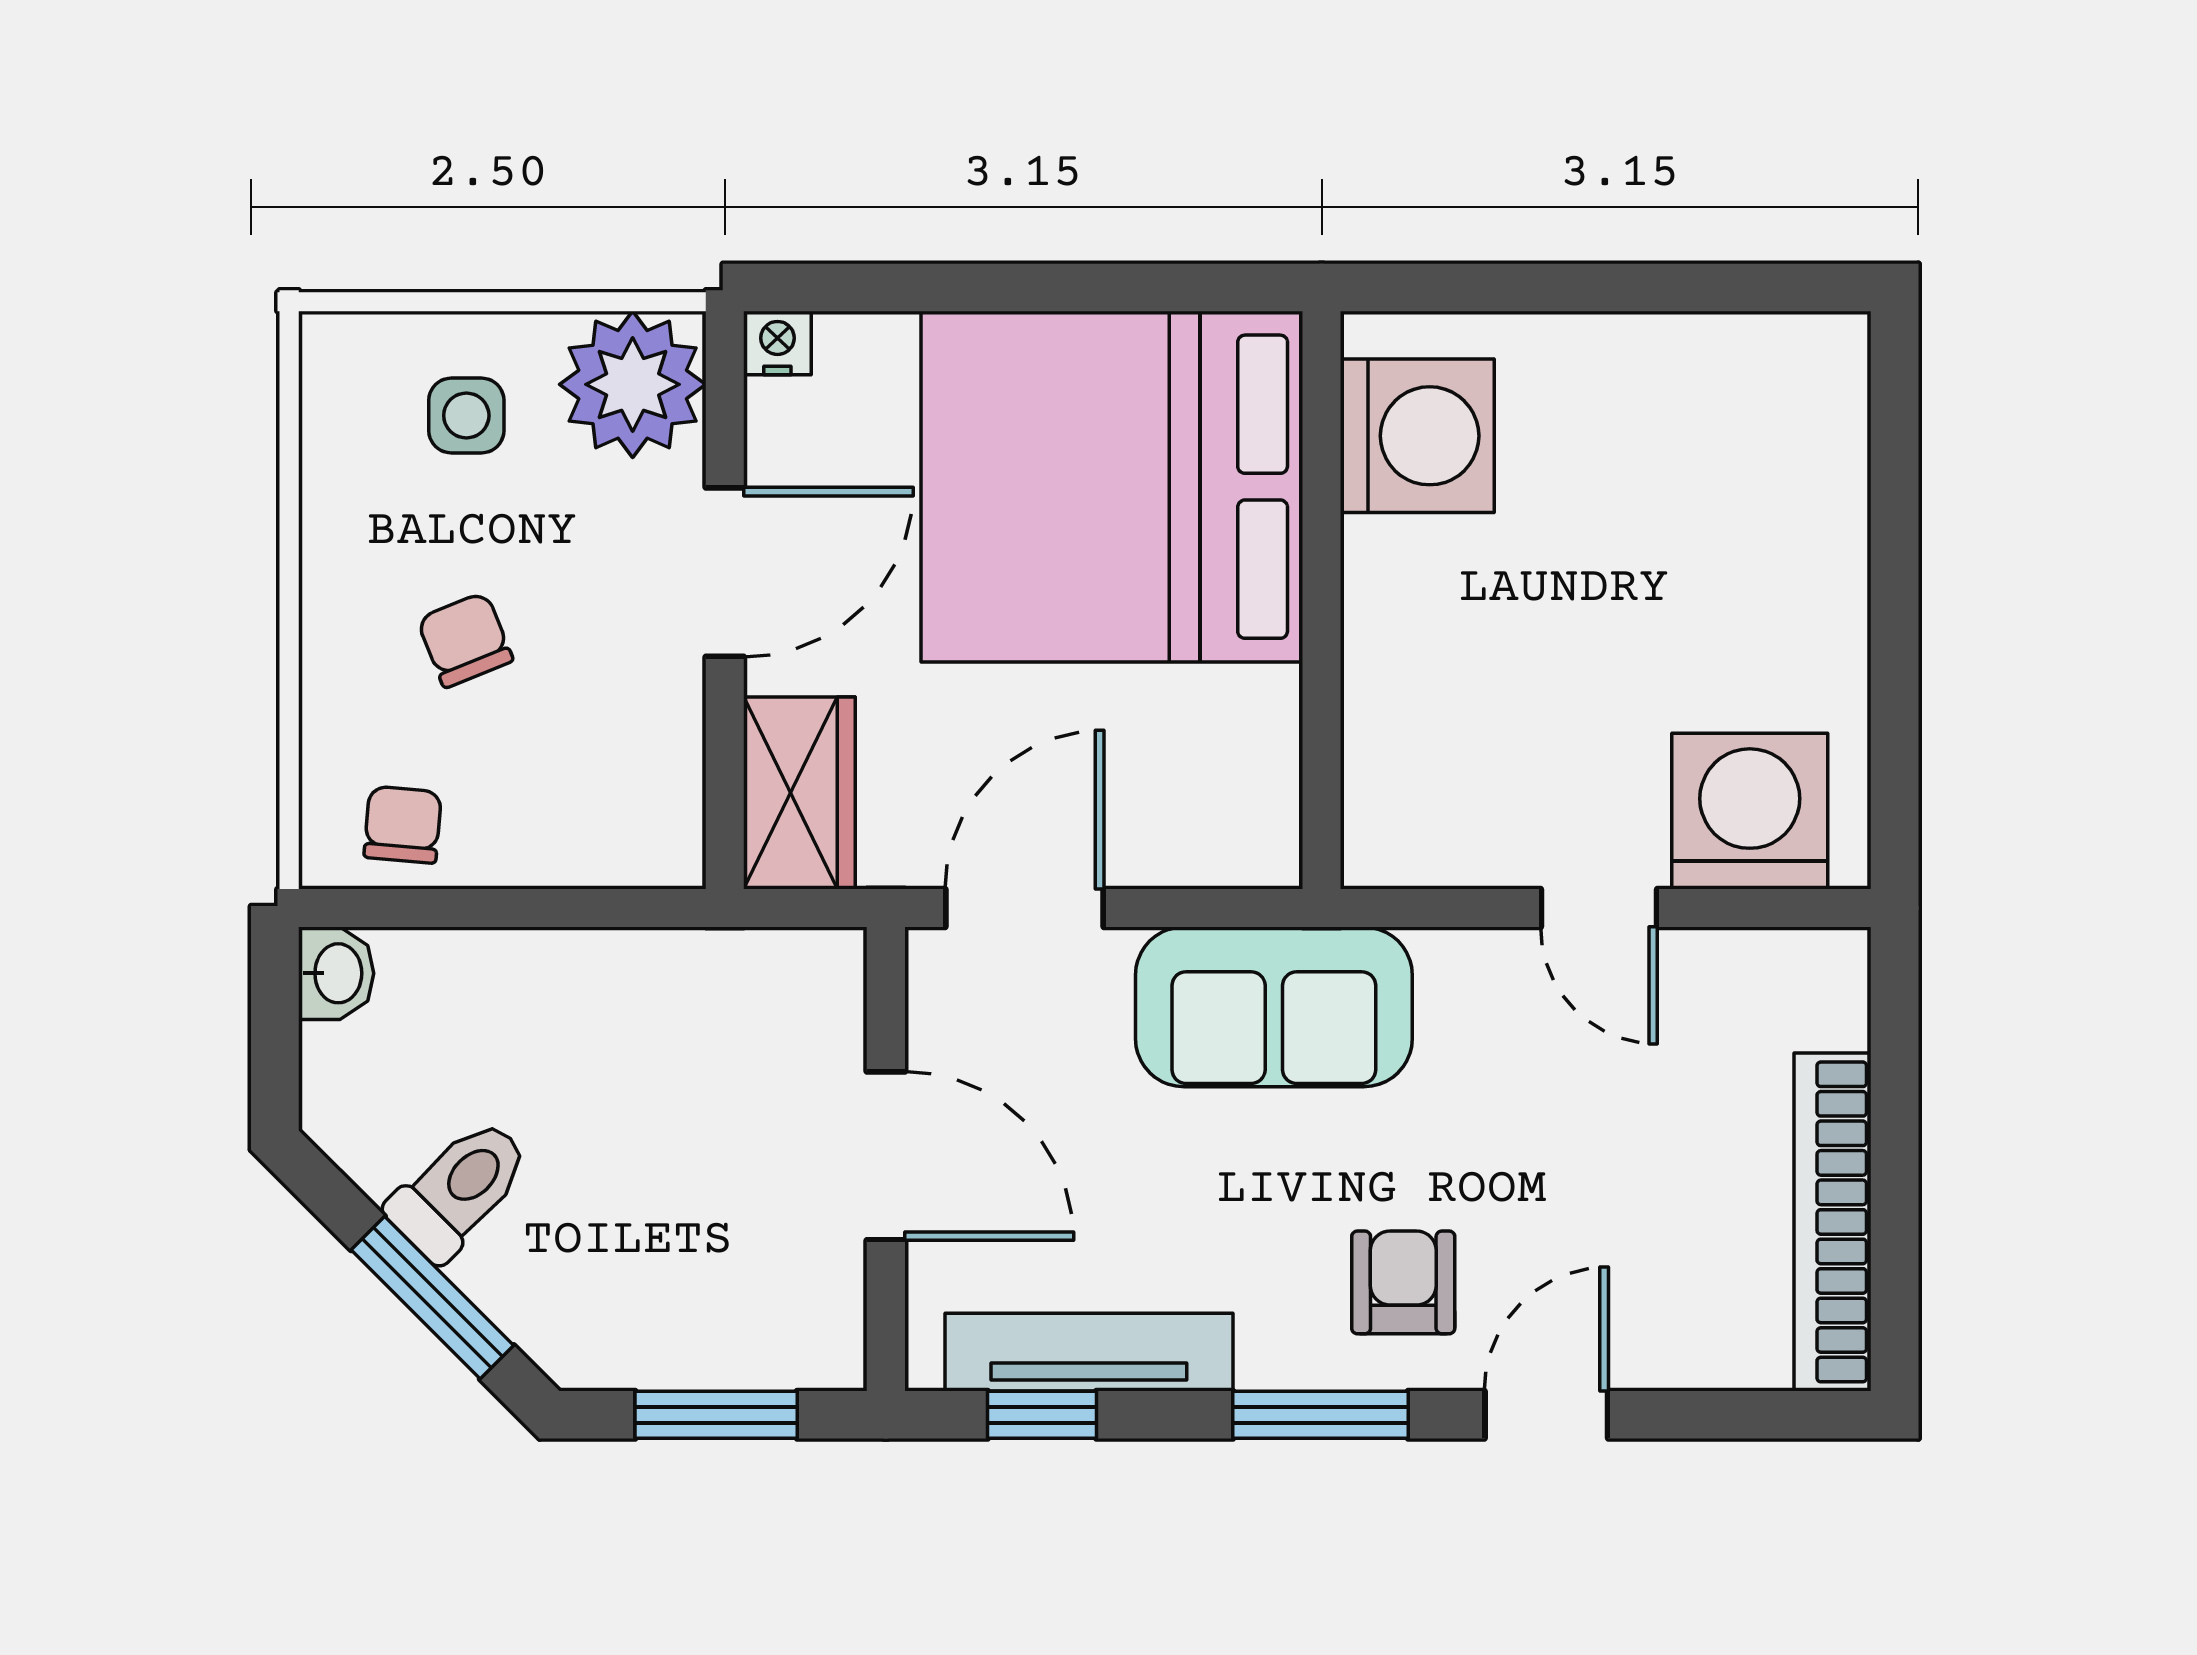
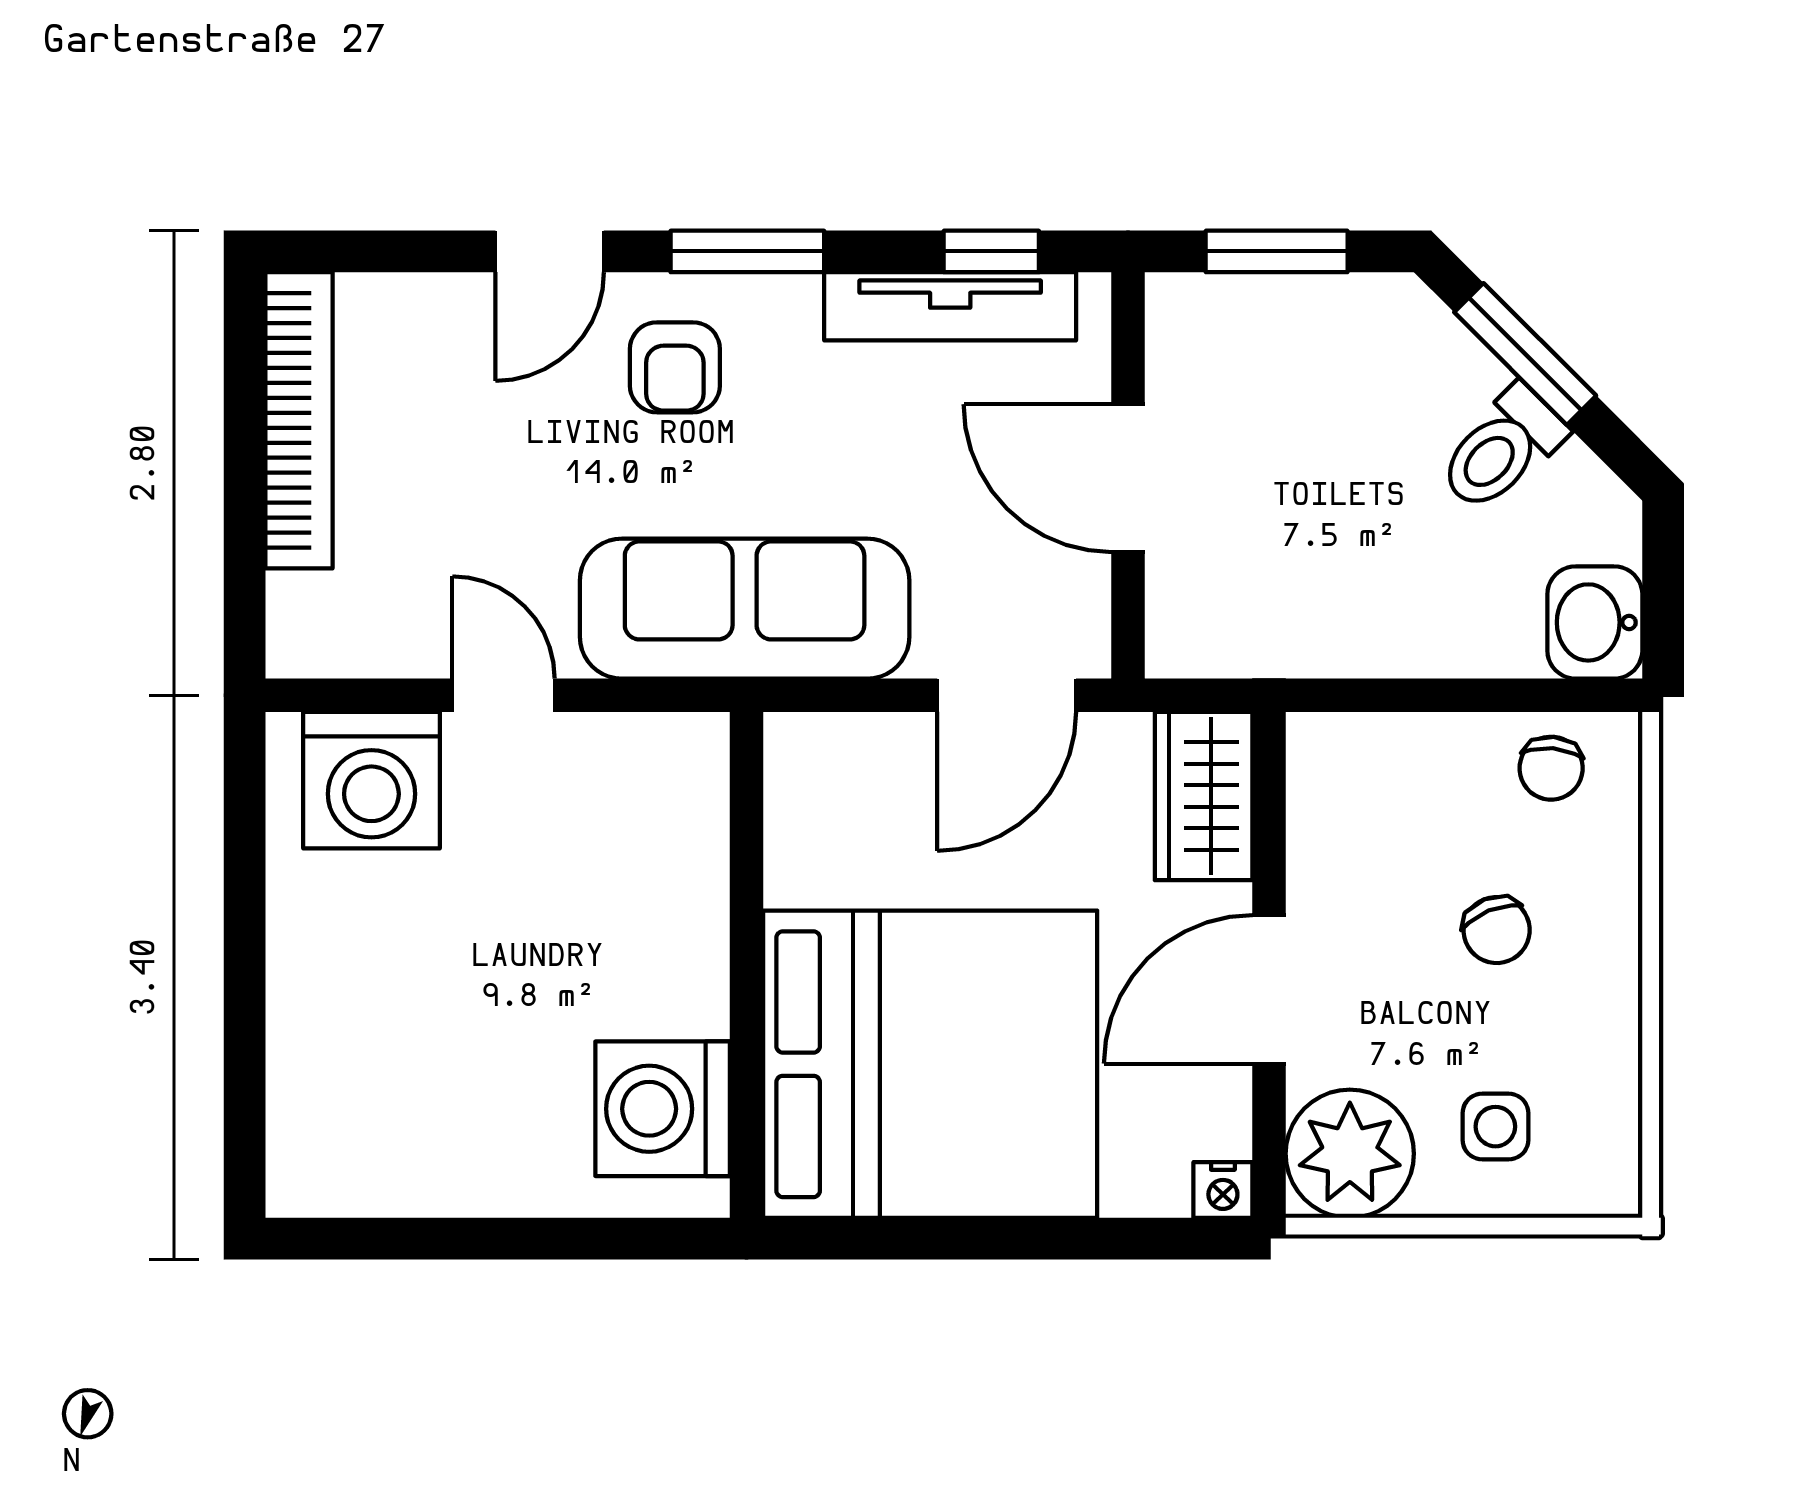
washbasin: (336, 973) -> (1595, 622), width x1.38, depth x1.45
sofa: (1274, 1007) -> (745, 609), width x1.36

